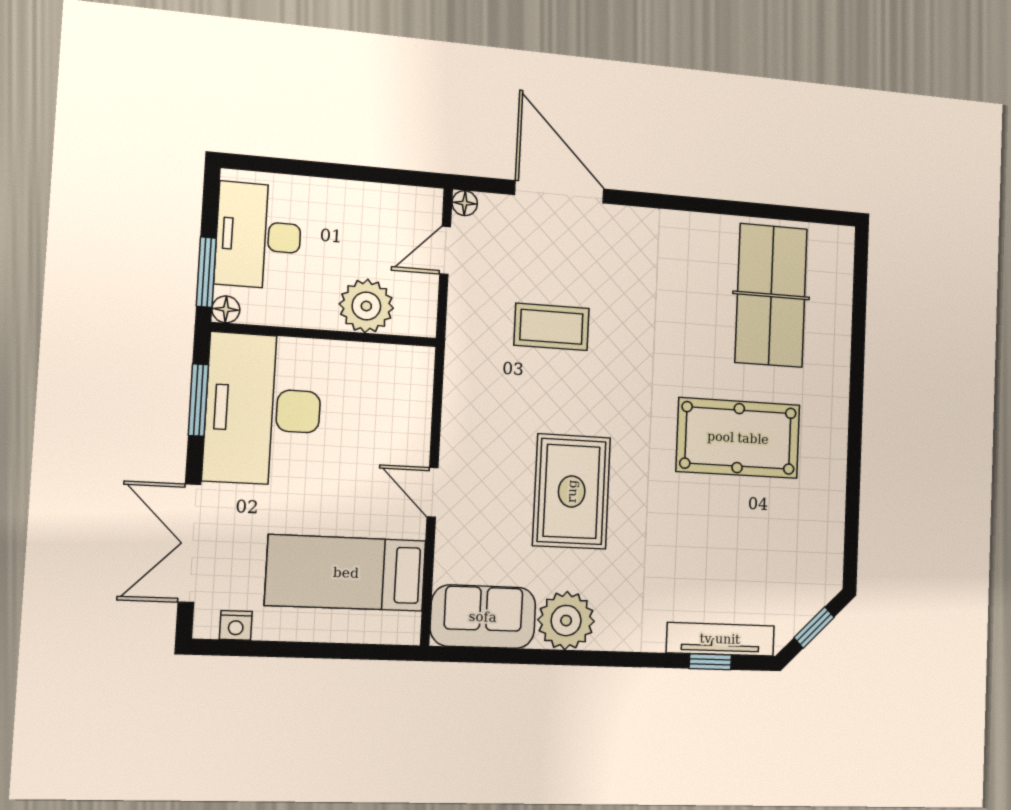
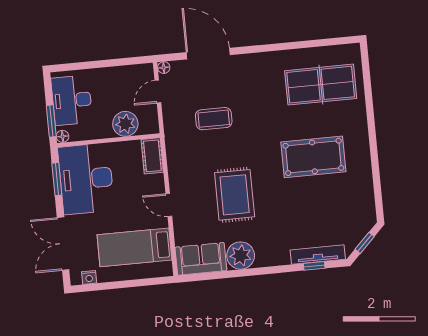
table tennis table: (771, 295) -> (321, 85), turned 90
cot: (413, 383) -> (152, 156), added

